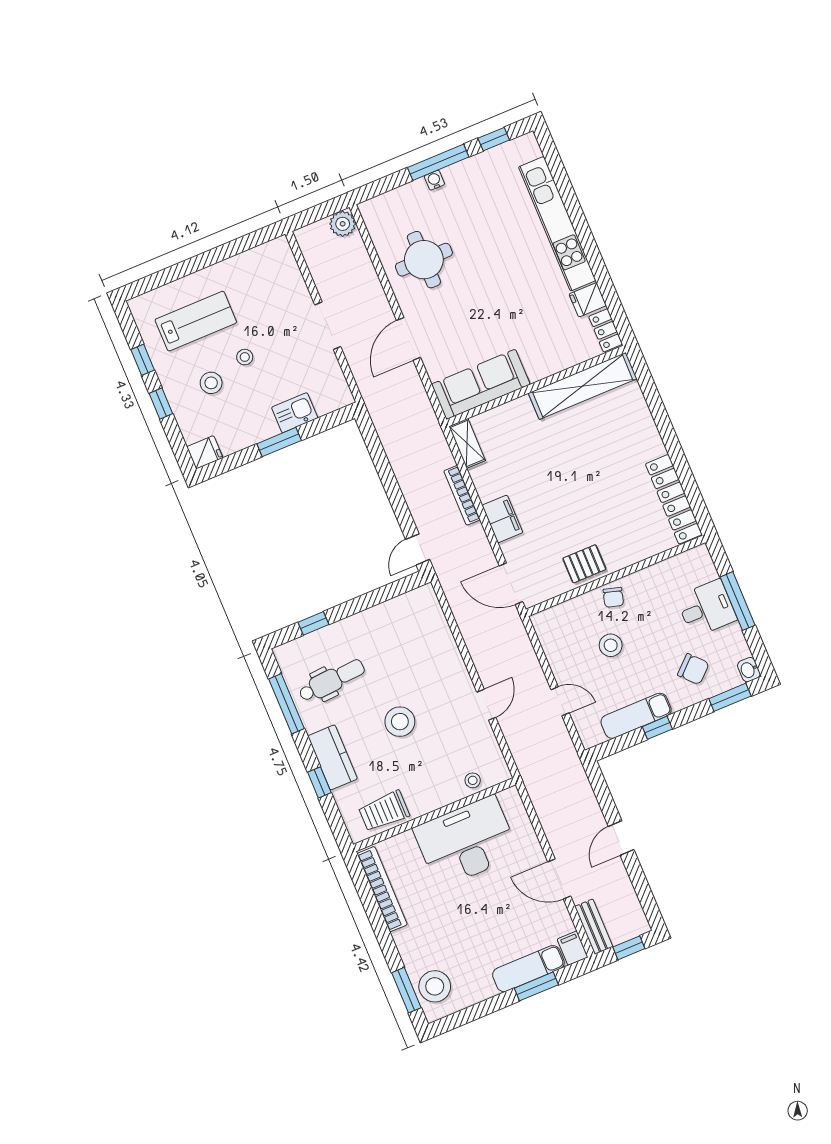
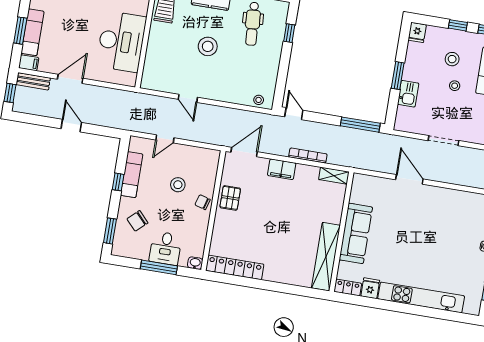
round table: (424, 260) -> (447, 214), removed
sofa: (481, 384) -> (356, 233), moved
window: (376, 451) -> (360, 125), added
washbasin: (749, 670) -> (195, 263), moved
stool: (473, 780) -> (259, 100), moved

